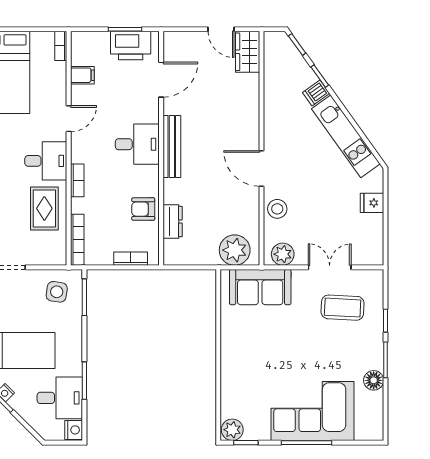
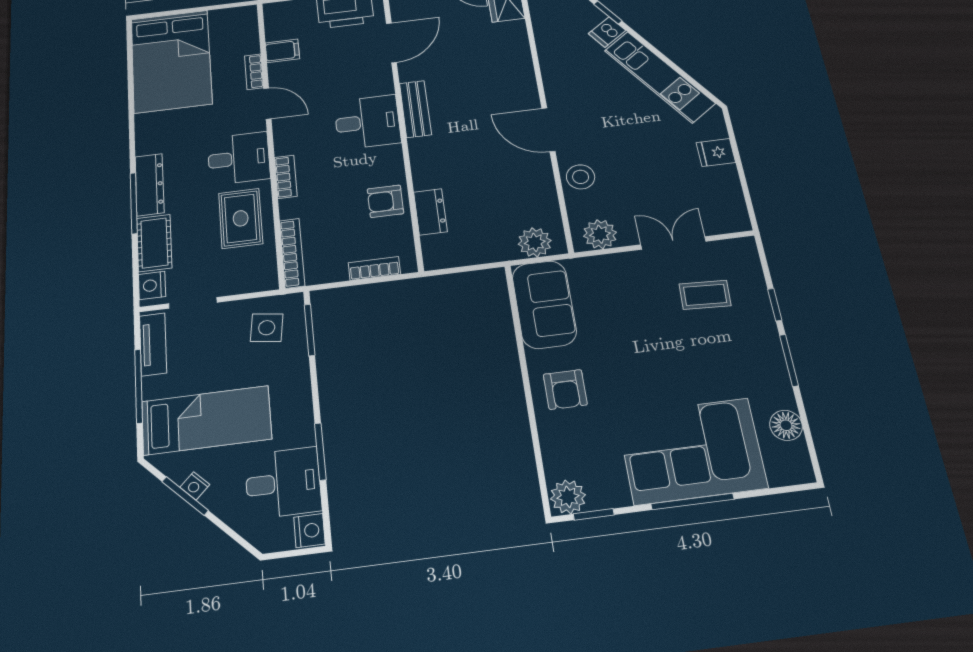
bookcase: (61, 46) -> (254, 72), moved
door: (69, 119) -> (267, 103), hinge flipped
bench: (172, 147) -> (415, 109), width x0.73
plant: (235, 250) -> (535, 242), width x0.73, depth x0.73
sofa: (260, 287) -> (544, 304), moved, turned -90
coffee table: (343, 308) -> (705, 295), width x0.73, depth x0.77
armchair: (242, 360) -> (565, 389), added
floor lamp: (374, 380) -> (786, 425), moved

